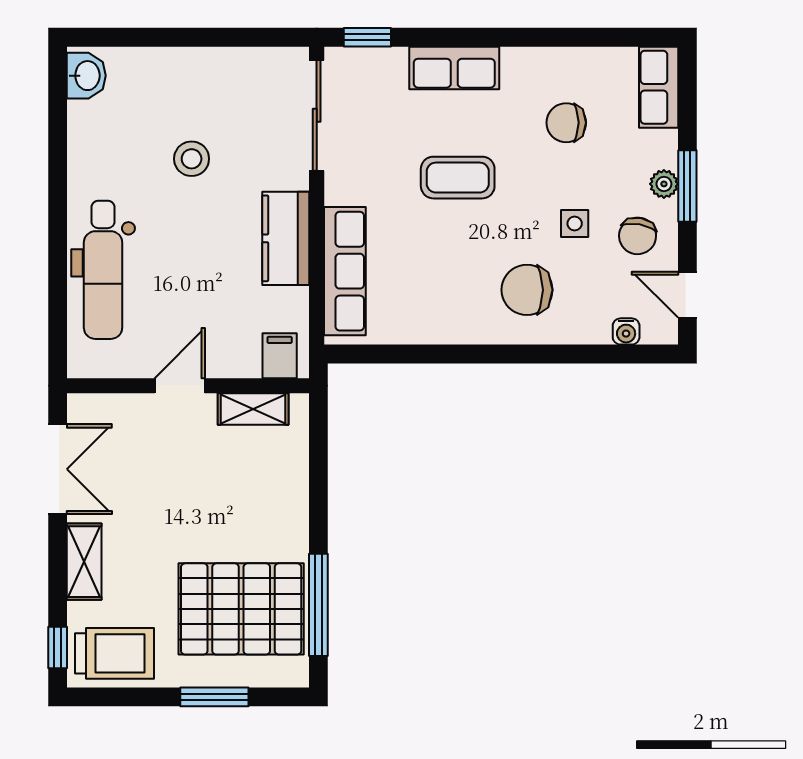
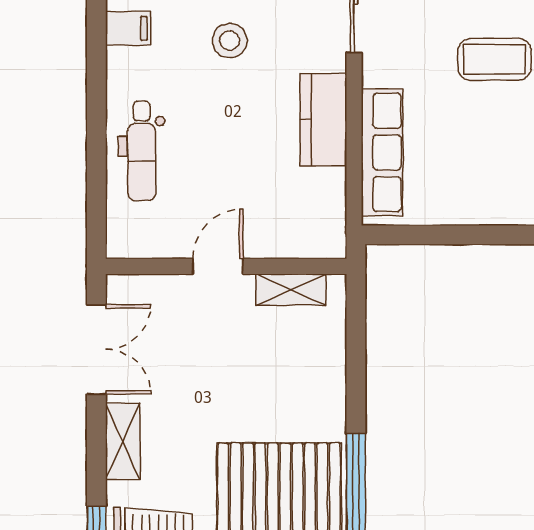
dental chair: (103, 270) -> (142, 151), width x0.73, depth x0.72
filing cabinet: (280, 356) -> (128, 28), moved, turned 90

